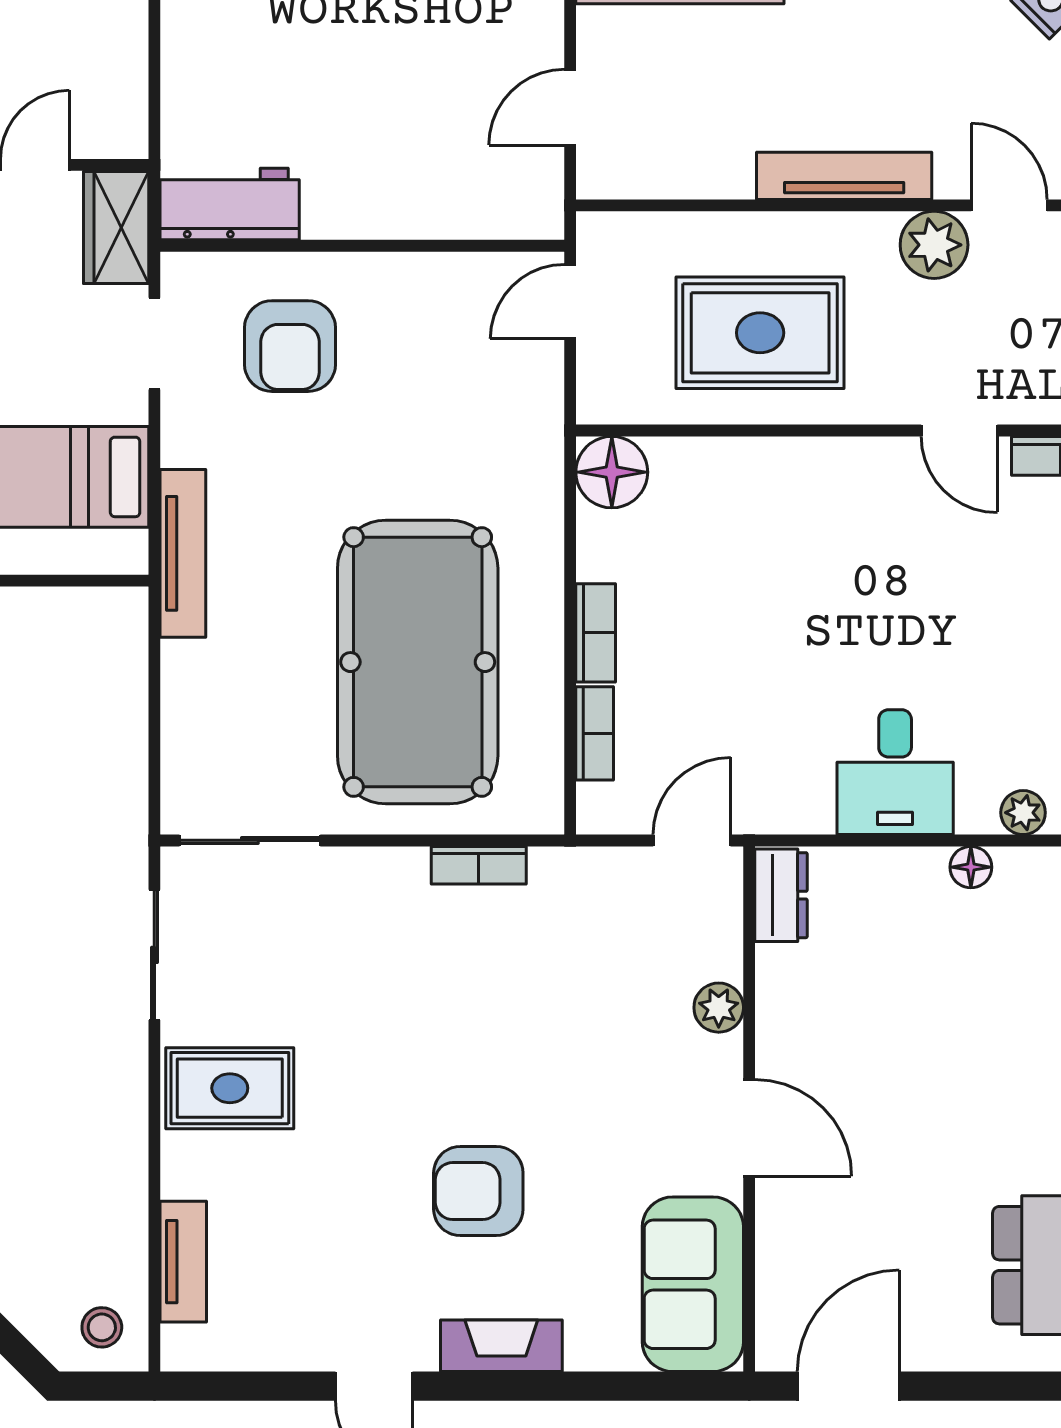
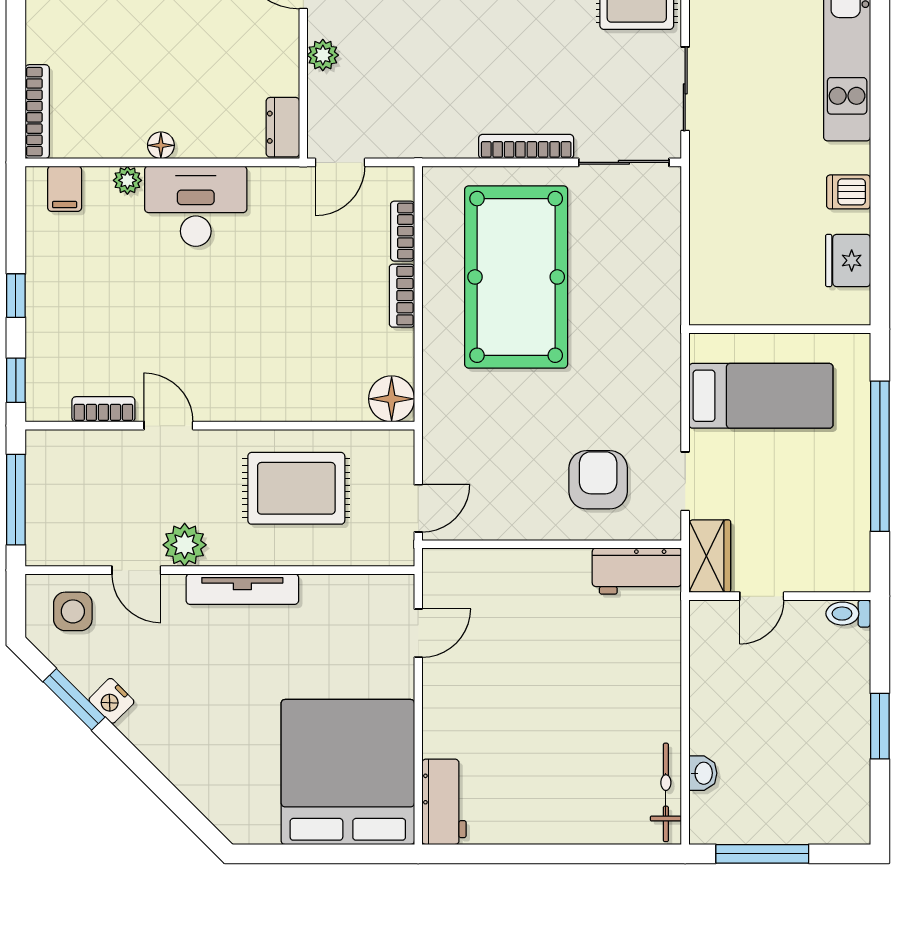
tv unit: (183, 553) -> (667, 347), removed
desk: (895, 772) -> (196, 206), width x1.37
bookcase: (479, 865) -> (526, 146), moved, width x1.56

